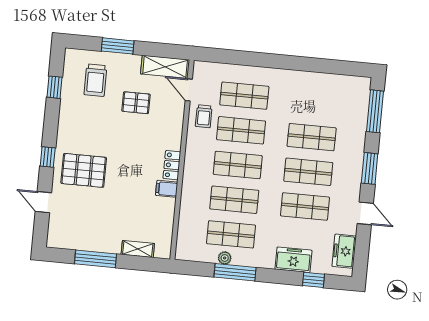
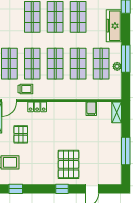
locker: (172, 165) -> (37, 107), moved
filing cabinet: (167, 189) -> (91, 109), moved
shelving: (138, 249) -> (117, 112), moved
freezer: (293, 260) -> (114, 26), width x1.40

